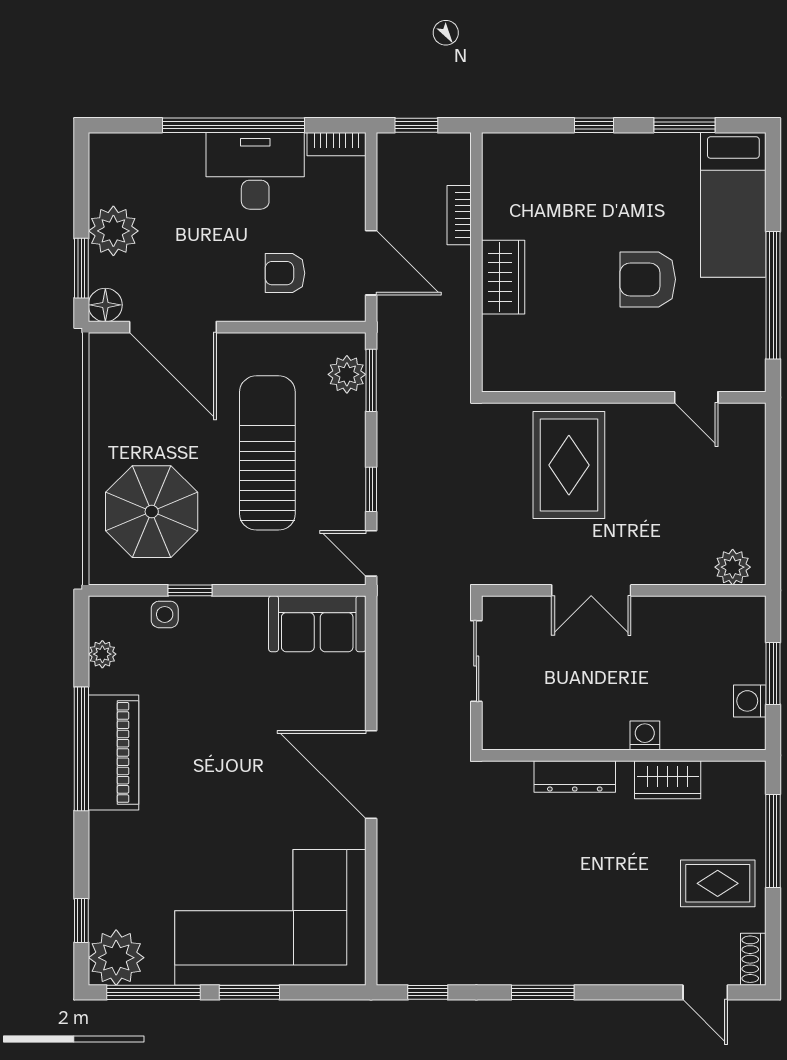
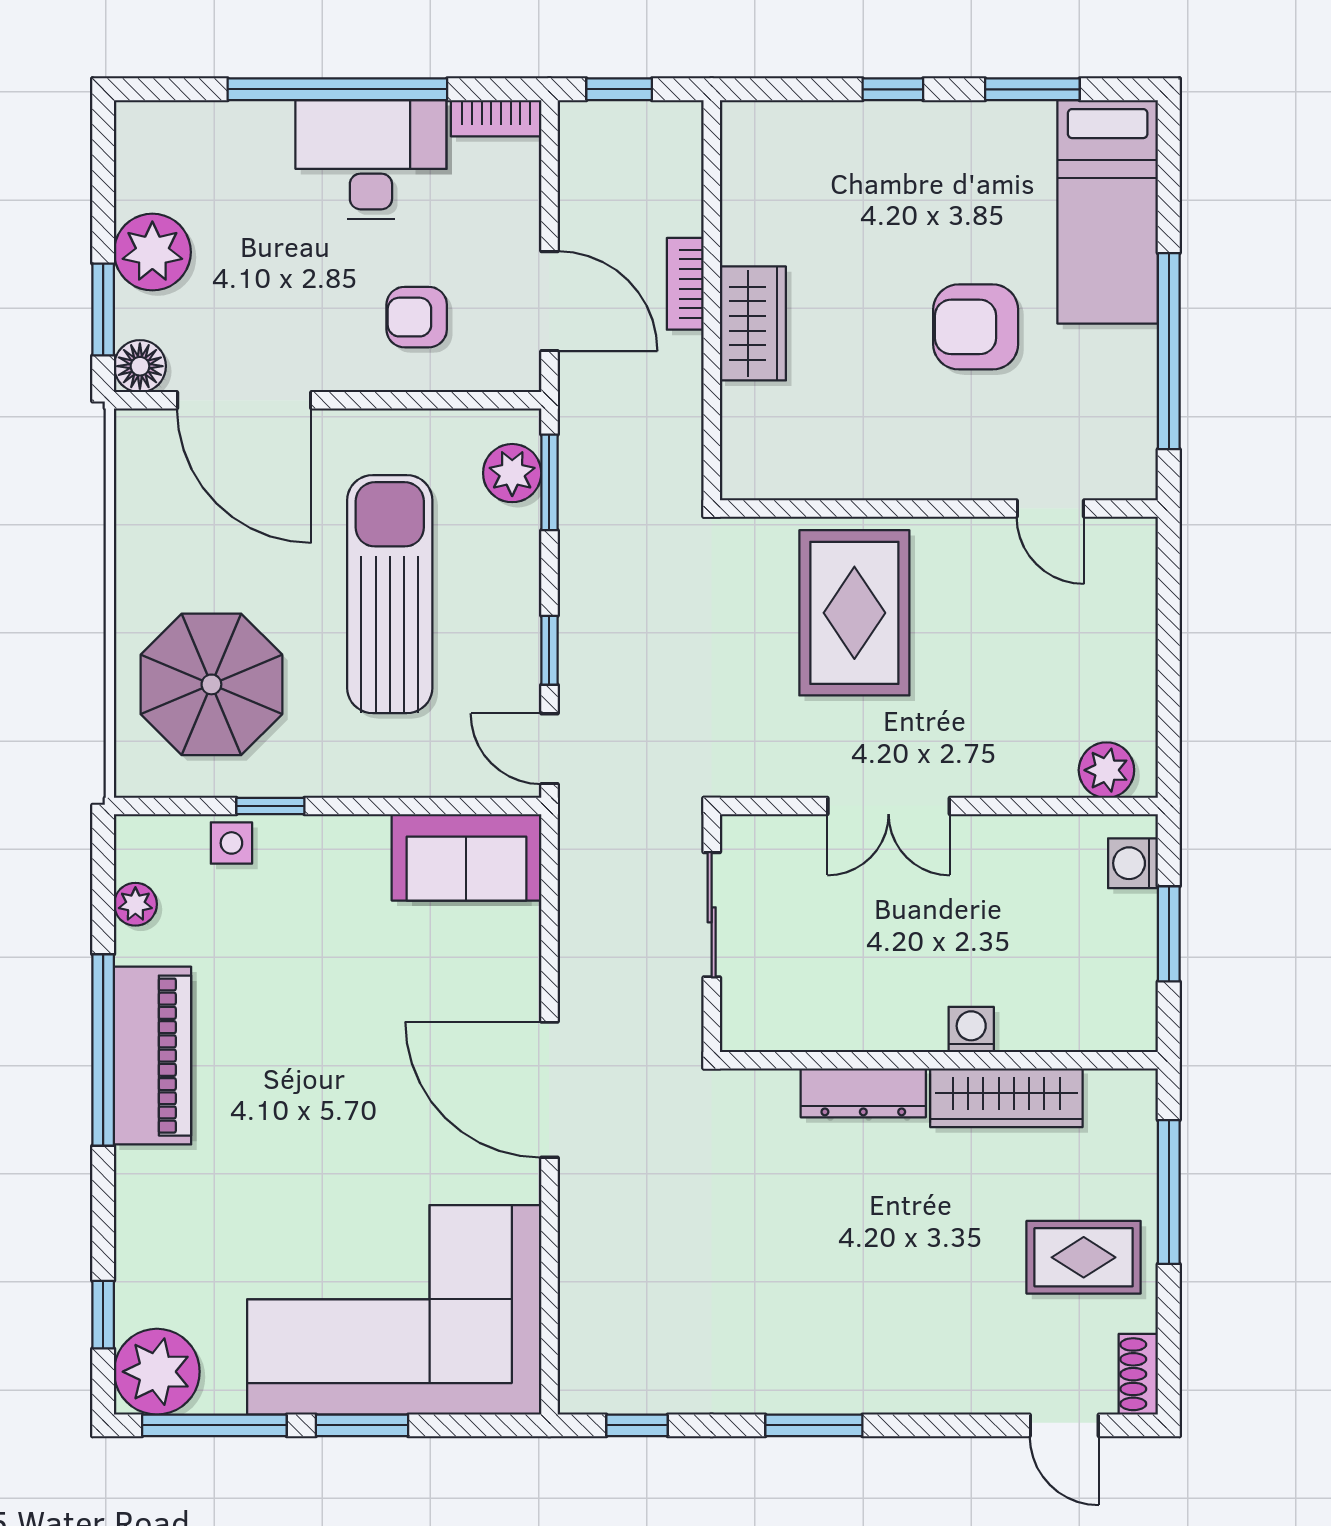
bookcase: (459, 215) -> (685, 284), moved
washing machine: (750, 701) -> (1133, 863), moved
wardrobe: (668, 780) -> (1006, 1098), width x1.50

